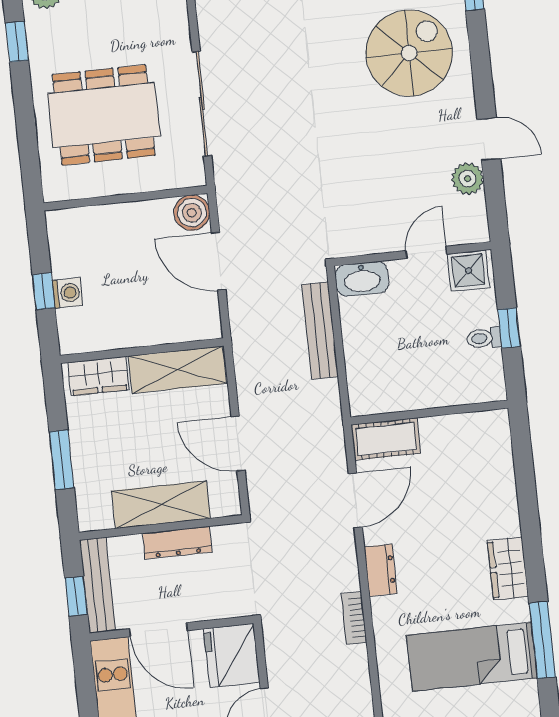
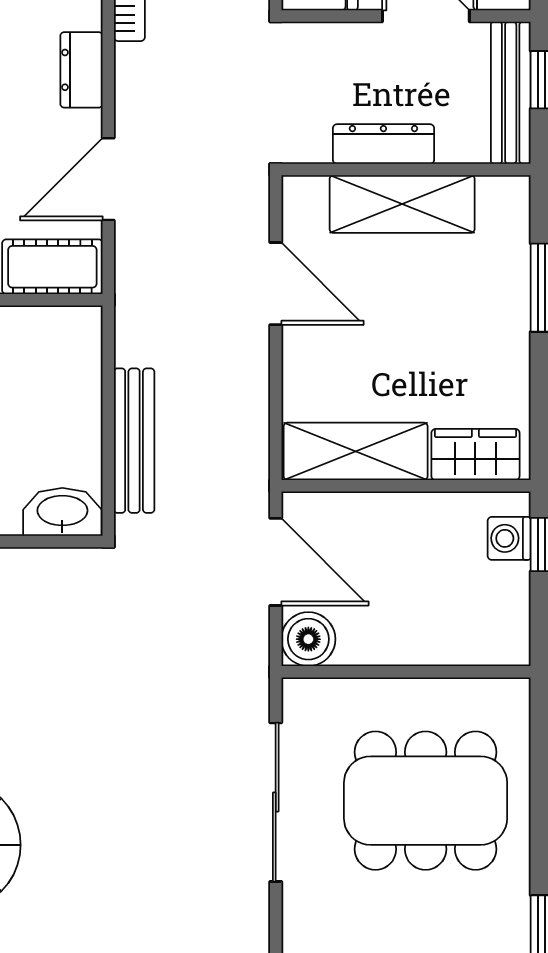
wall: (142, 351) -> (406, 486), moved
shelving: (177, 370) -> (356, 451), moved
wardrobe: (98, 376) -> (475, 455), moved

